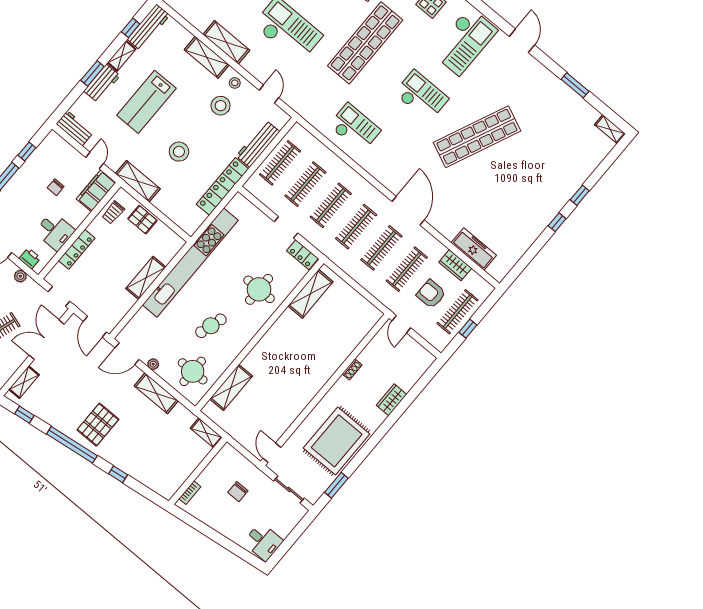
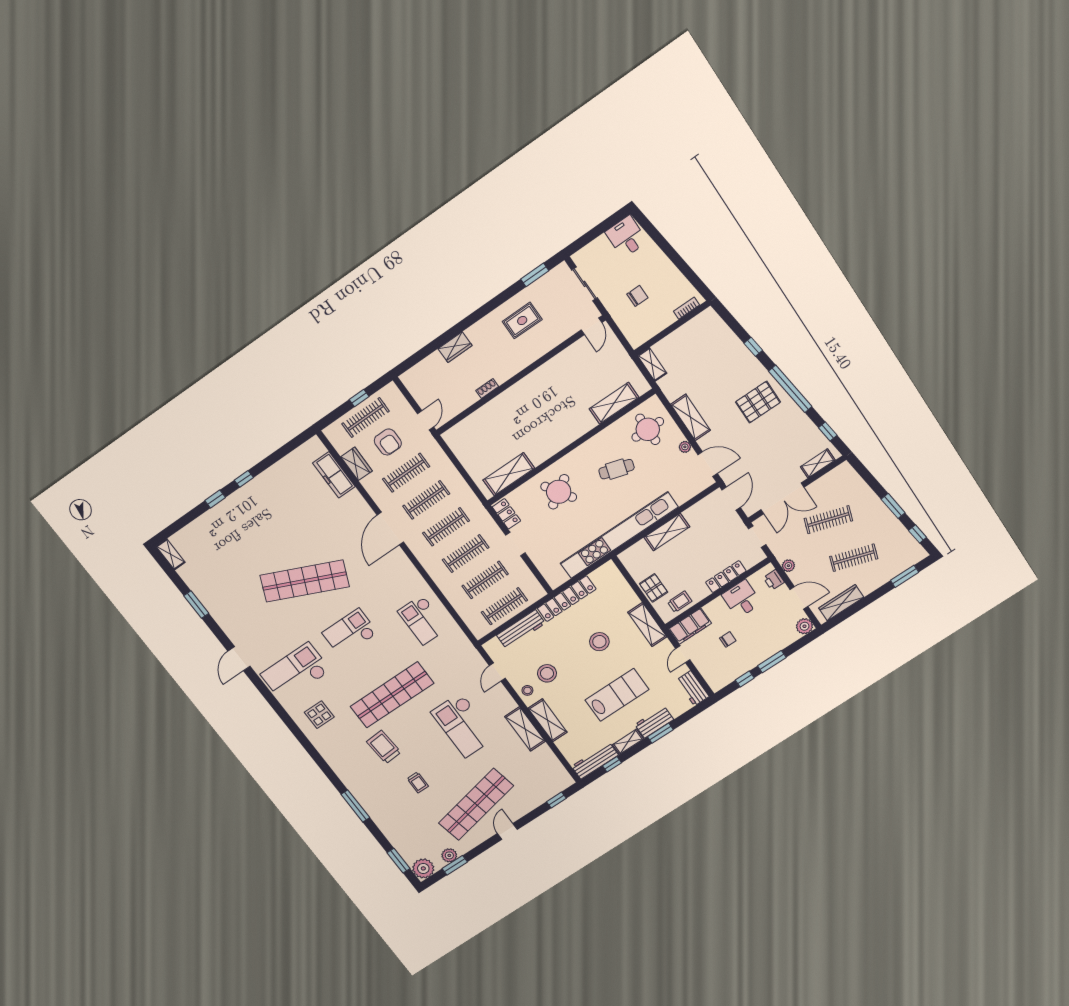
checkout: (421, 96) -> (350, 633), turned 90
round table: (259, 289) -> (559, 492), turned -33
rug: (337, 441) -> (522, 320), width x0.54, depth x0.49

